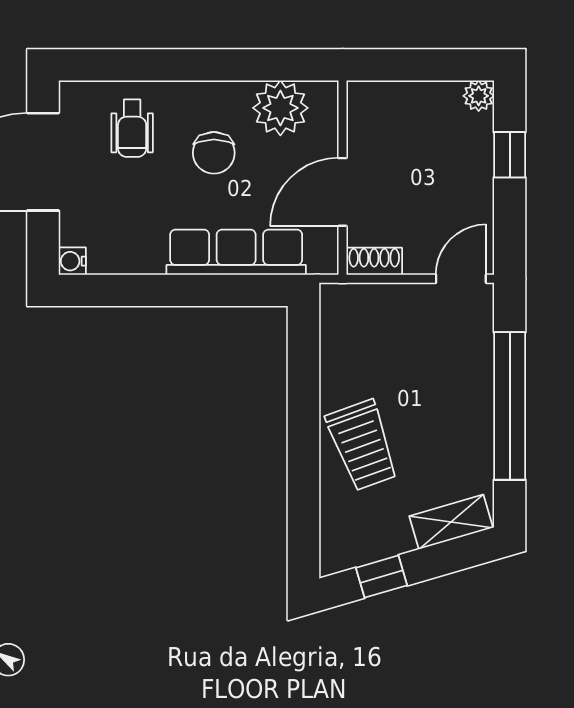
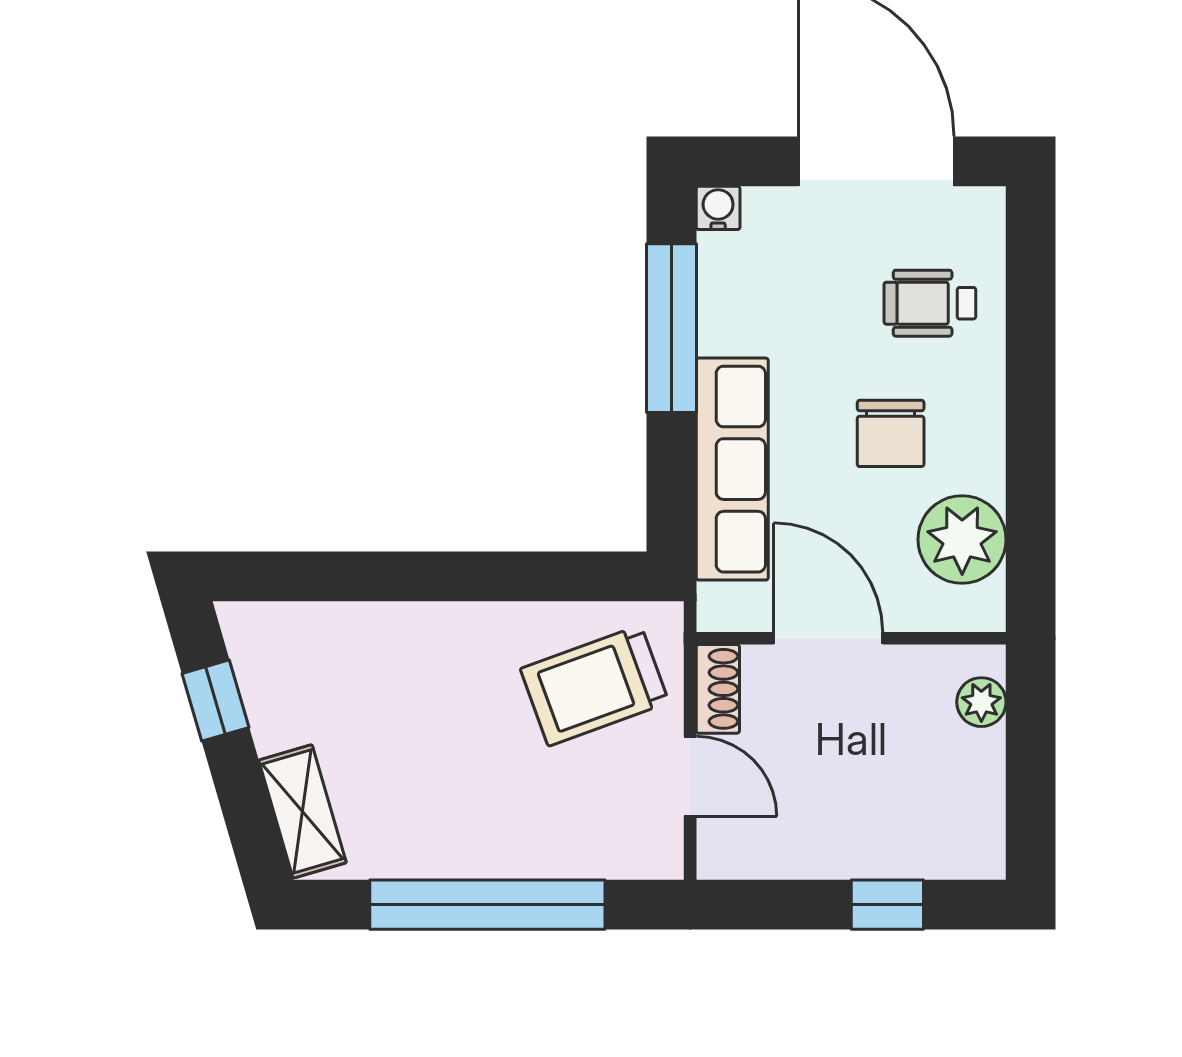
plant: (479, 96) -> (981, 702), moved
chair: (214, 153) -> (891, 433), turned -90
door: (461, 279) -> (690, 776), moved
window: (148, 290) -> (671, 328), added
trolley: (362, 445) -> (595, 686), moved

